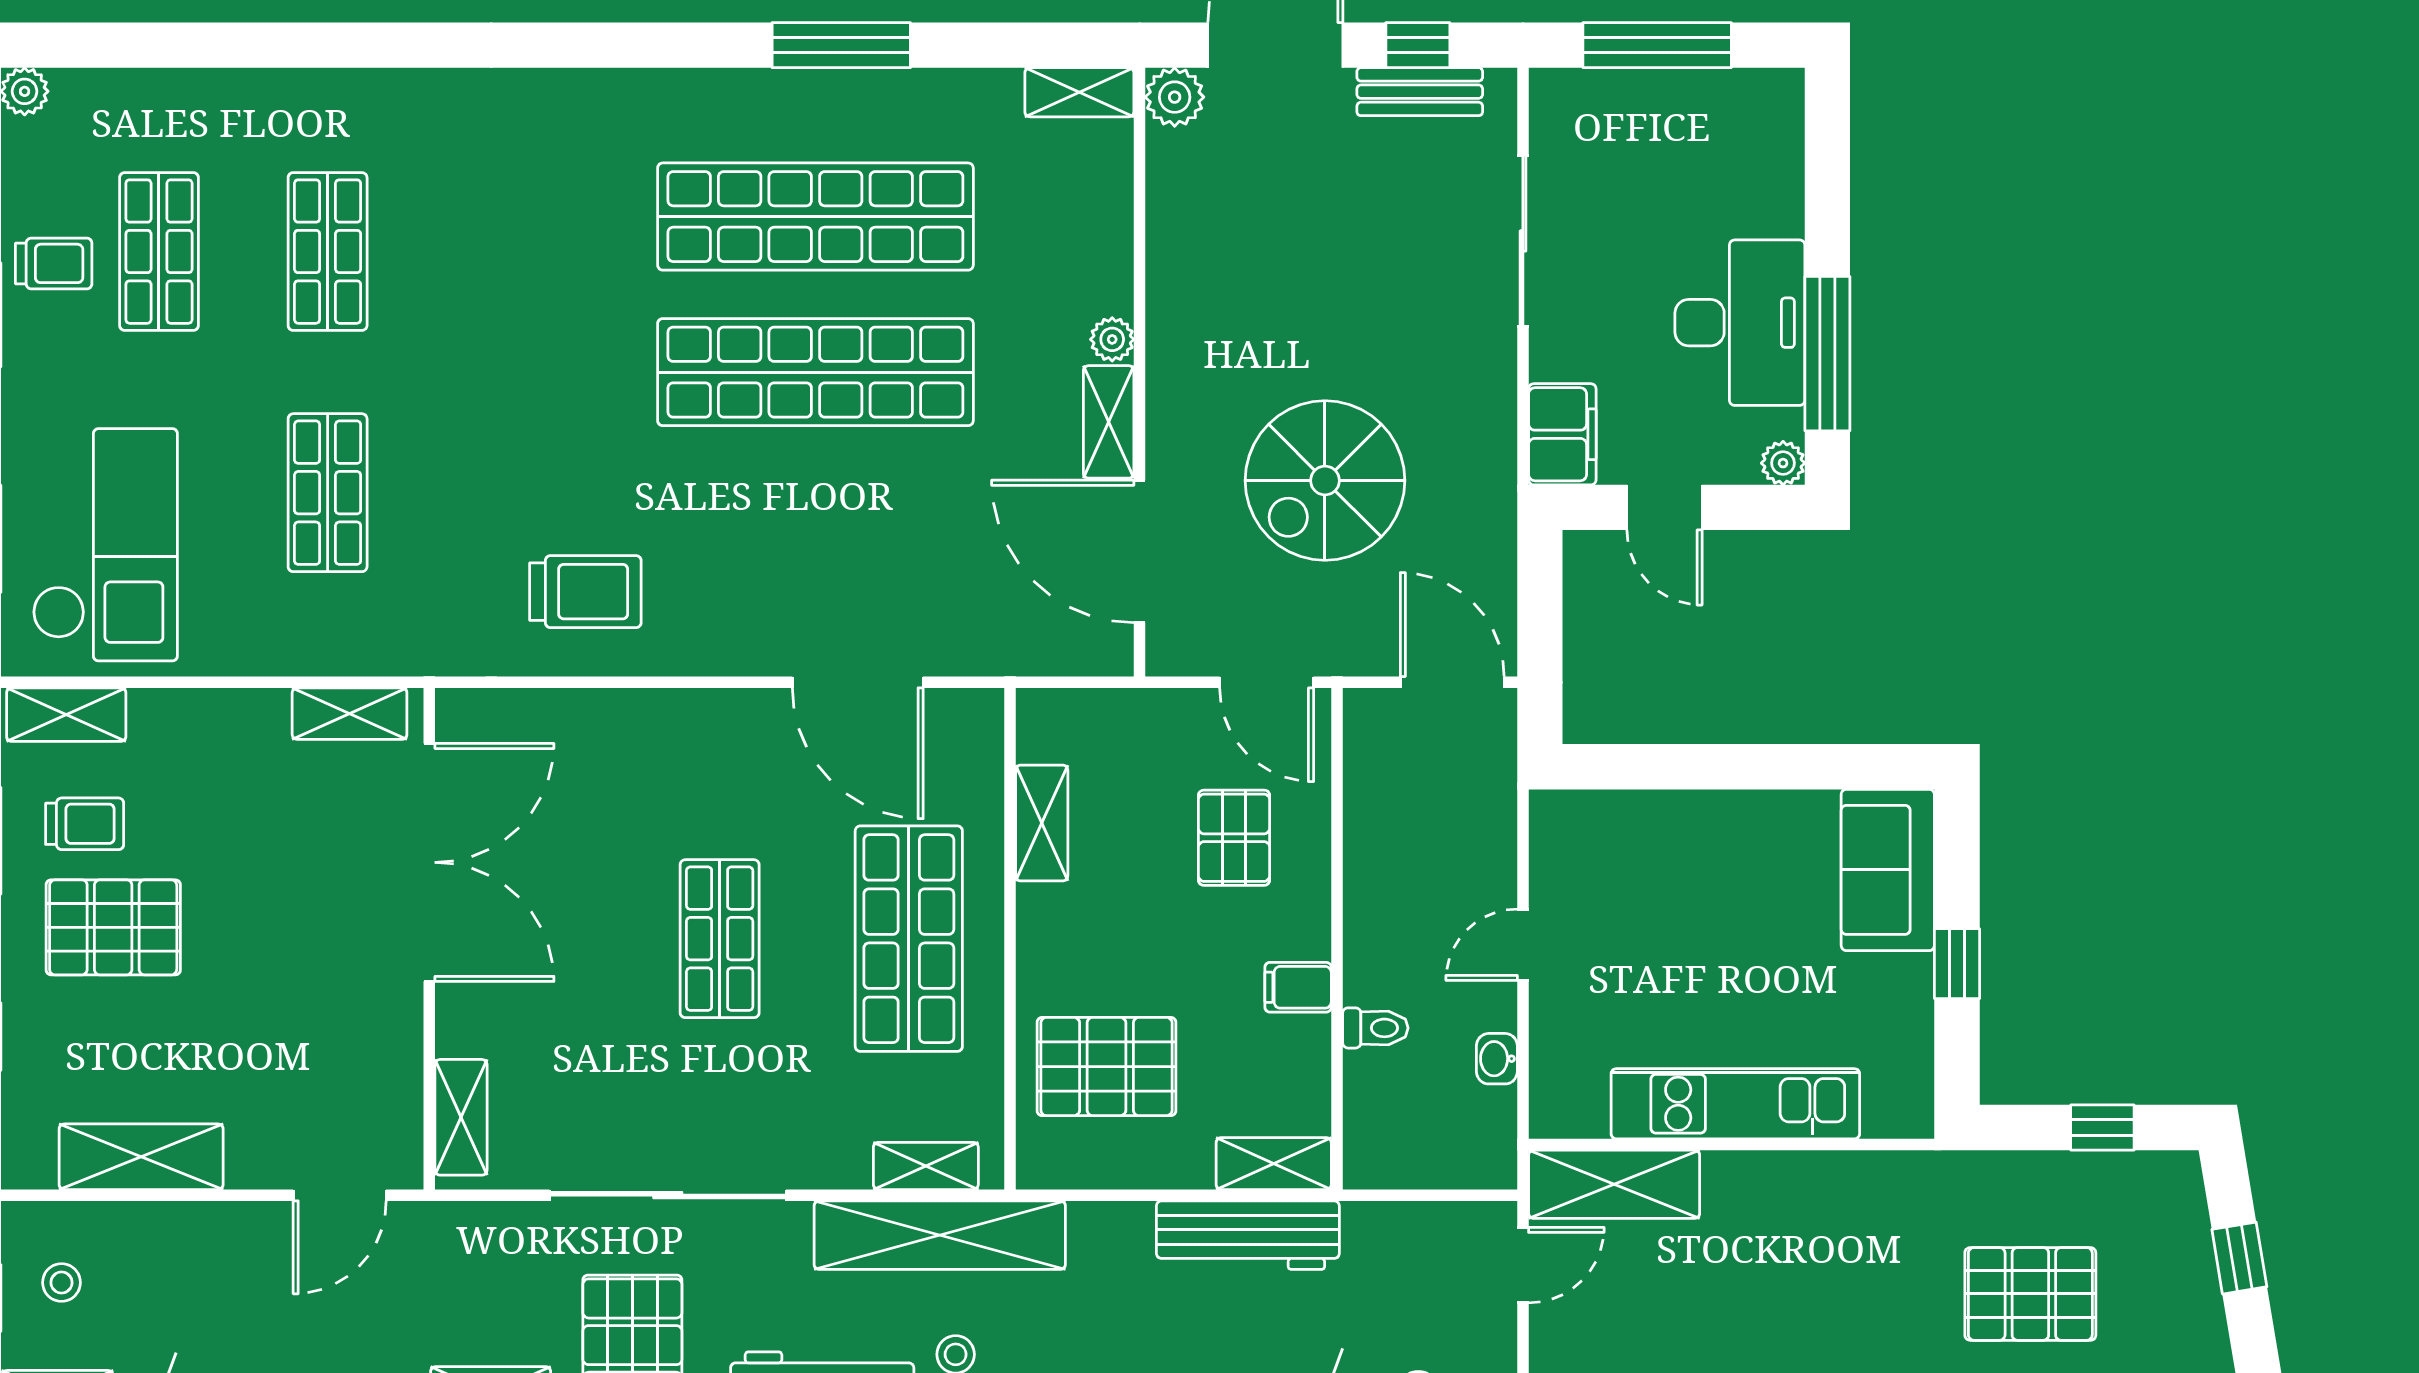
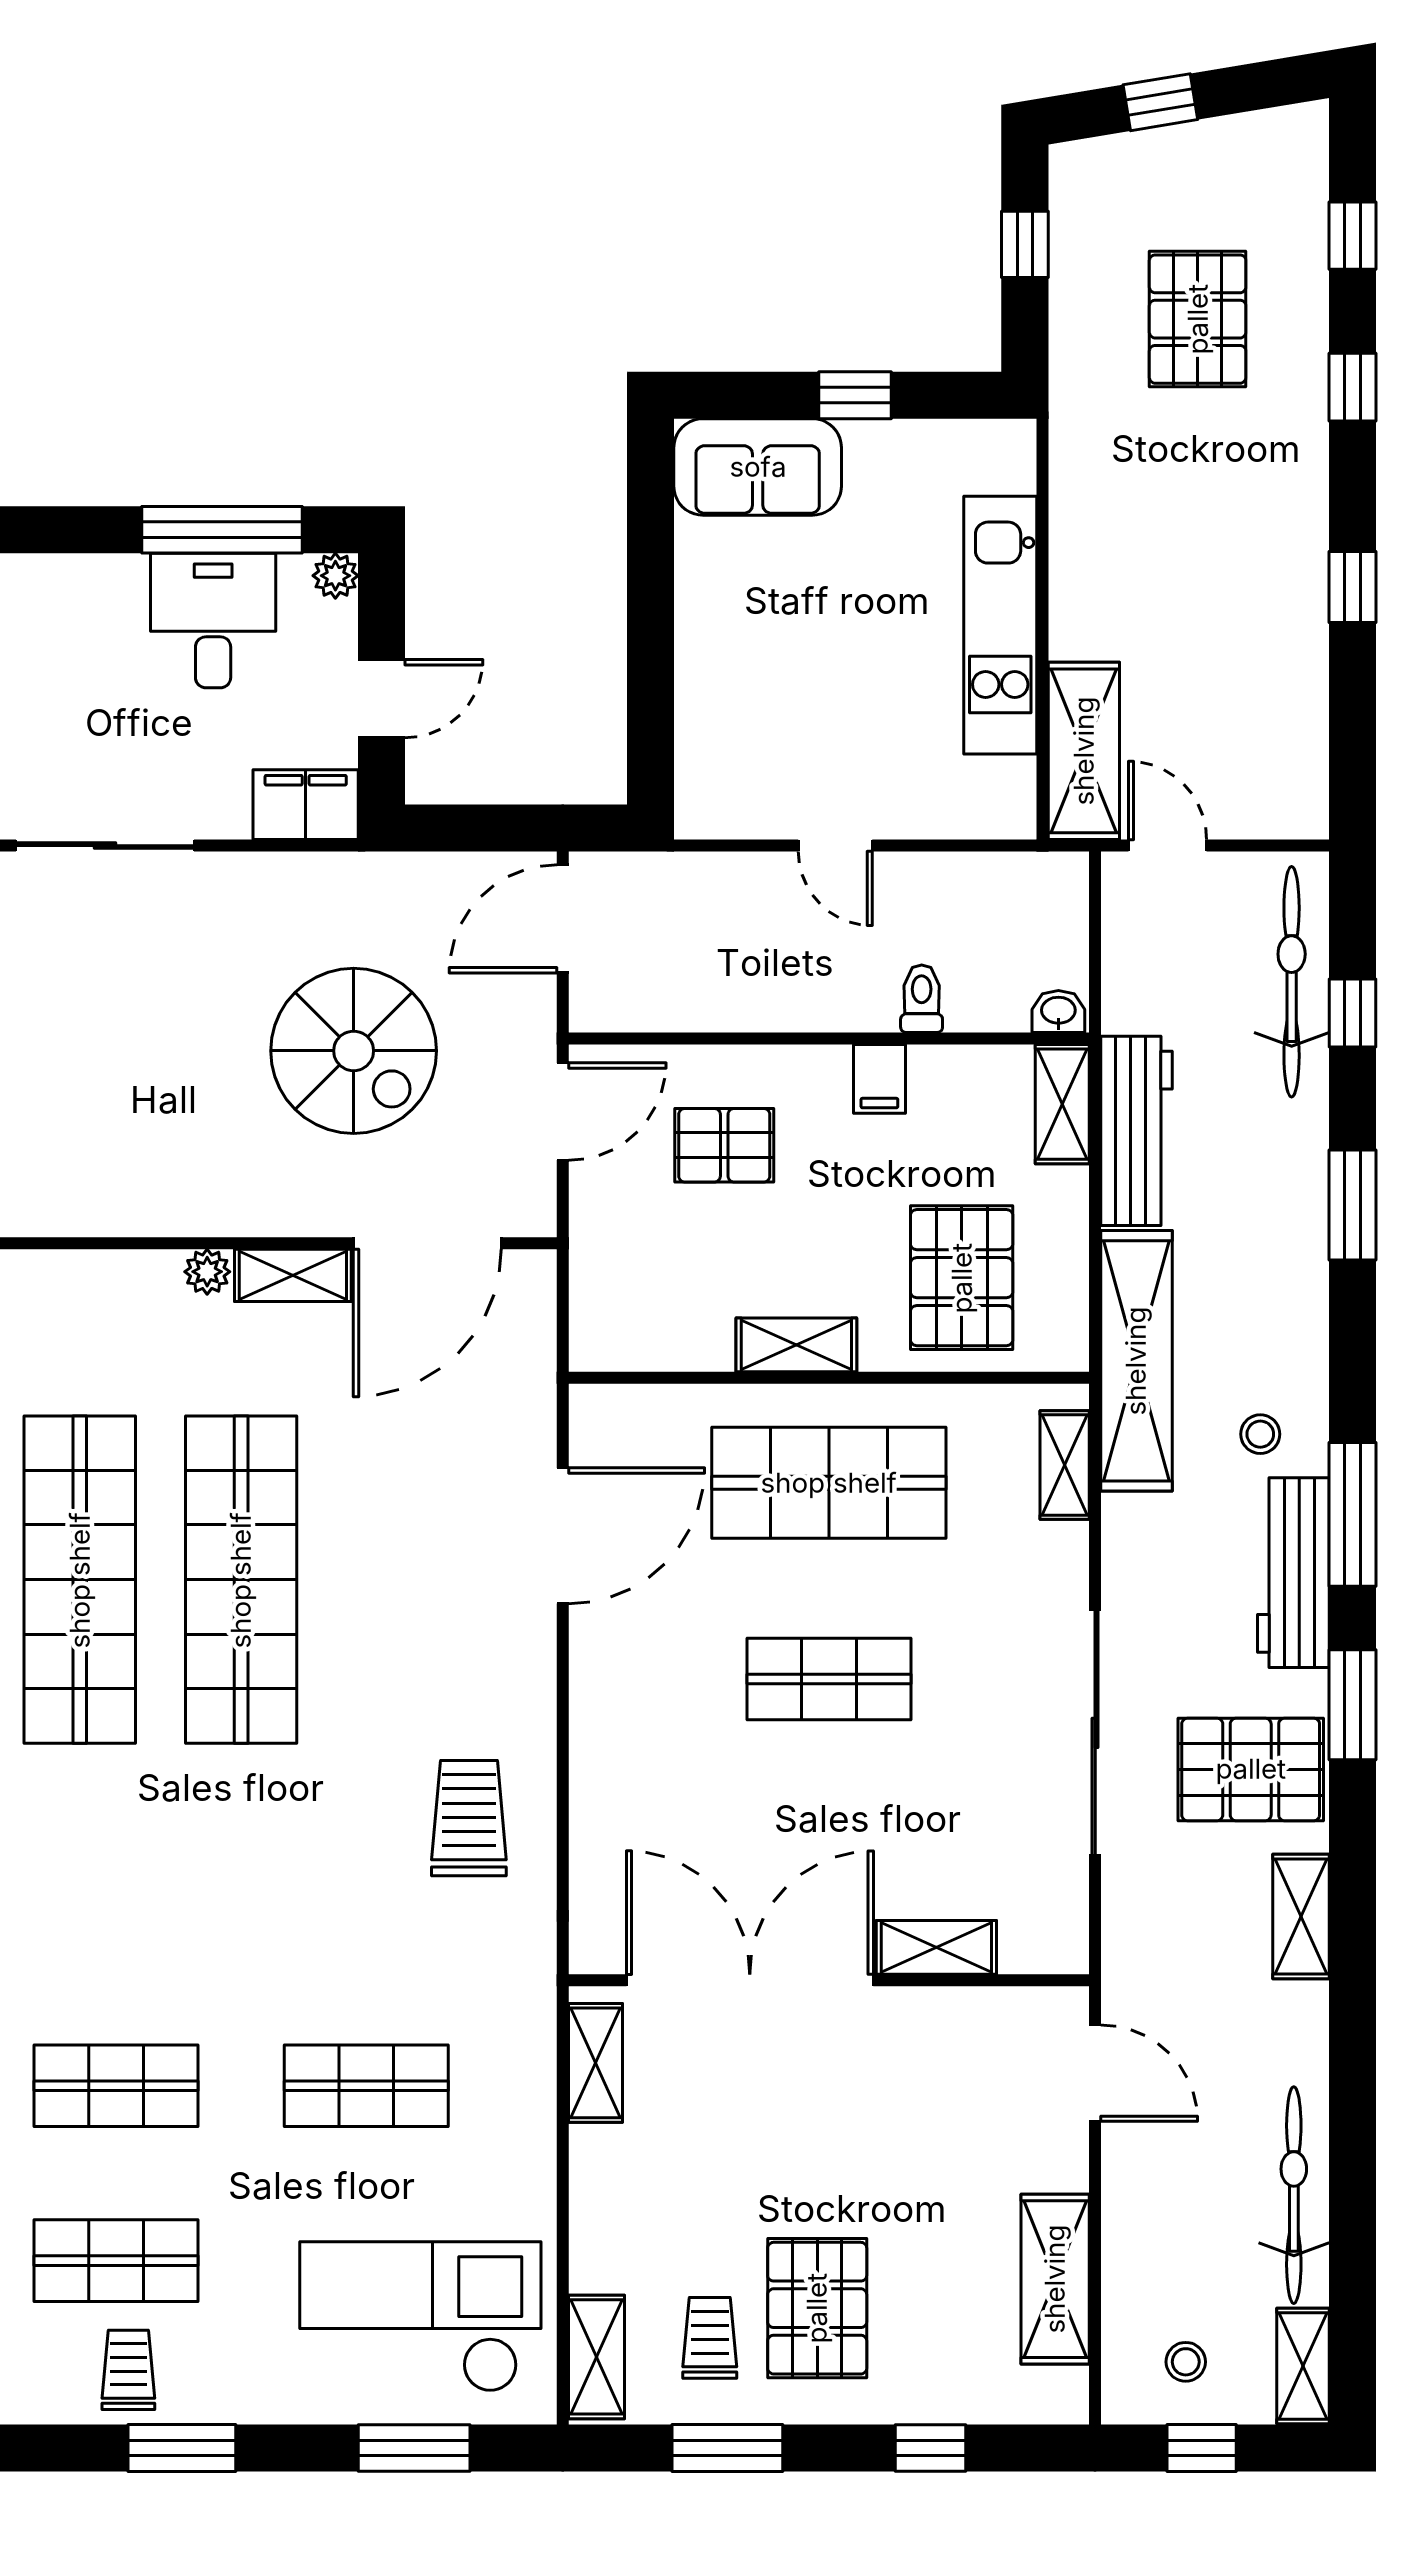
desk: (1740, 323) -> (213, 620), width x0.73
shelving: (1042, 823) -> (796, 1345), moved
washbasin: (1497, 1059) -> (1058, 1012), moved, turned 180
shelving: (461, 1117) -> (936, 1947), moved
shelving: (940, 1235) -> (1136, 1361), moved

